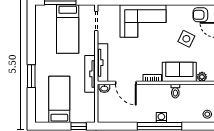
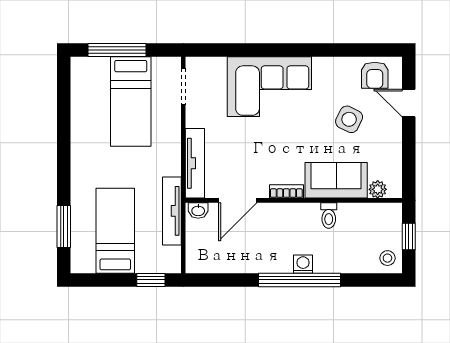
armchair: (200, 15) -> (375, 75), turned -90
tv unit: (90, 74) -> (172, 211), moved
window: (31, 76) -> (64, 226), moved
door: (126, 83) -> (238, 200), hinge flipped

